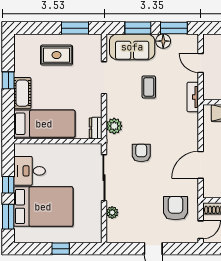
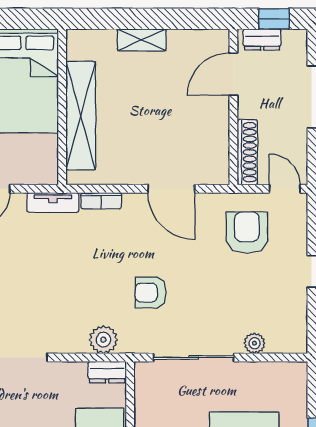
coffee table: (149, 87) -> (35, 279), removed
bookcase: (194, 125) -> (101, 201), added
armchair: (176, 208) -> (247, 233), turned 90

